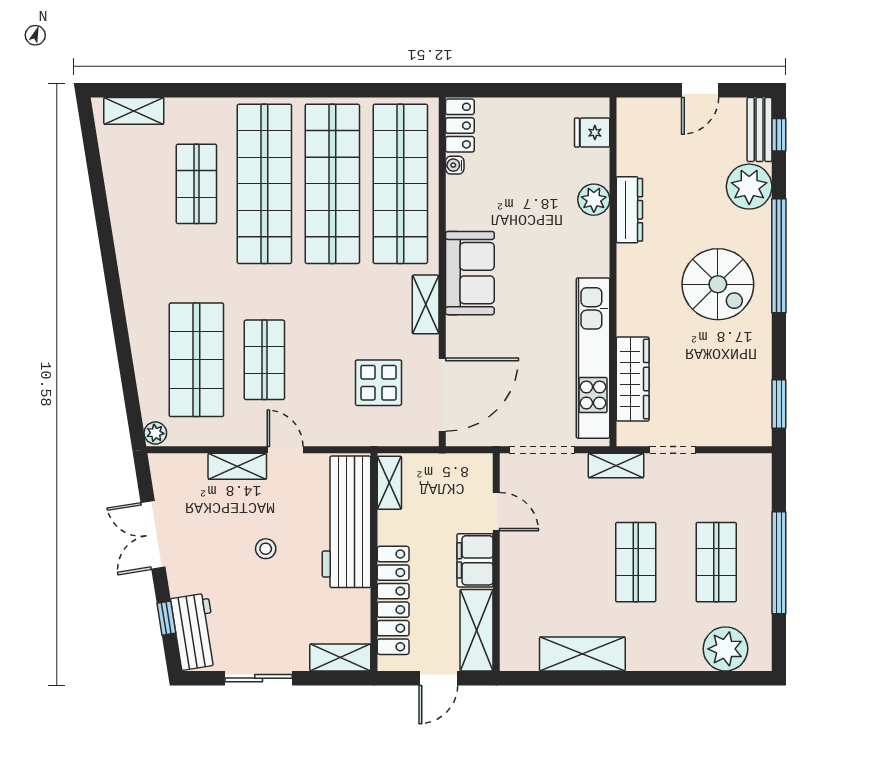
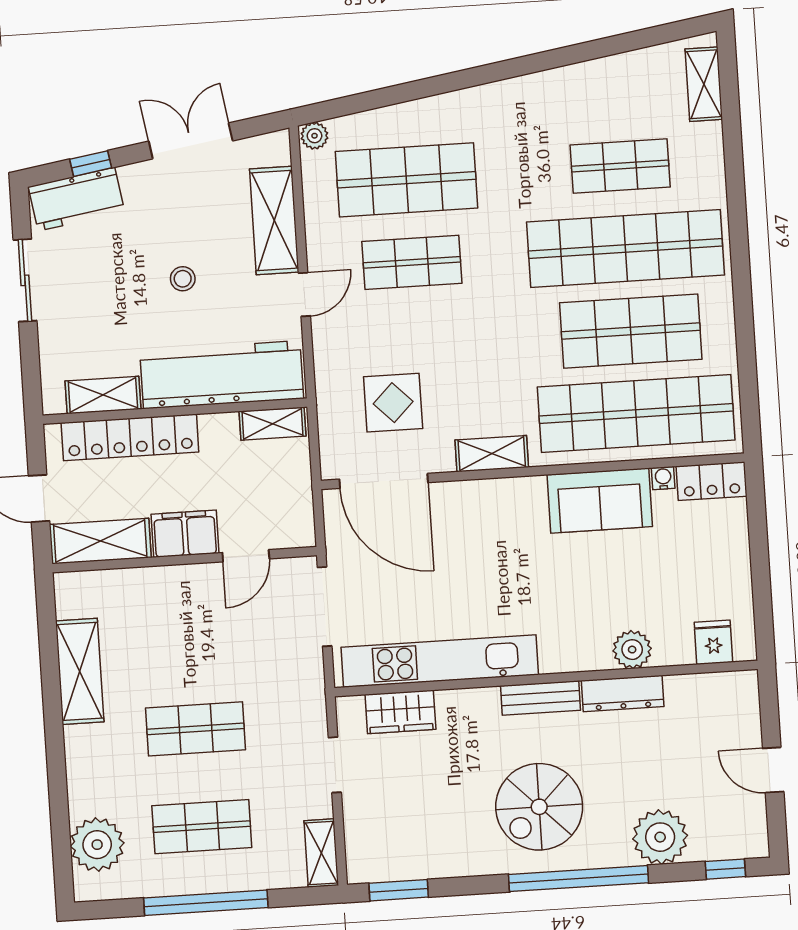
bench: (759, 130) -> (540, 698), moved
shop shelf: (332, 184) -> (631, 331), width x0.71
sofa: (470, 273) -> (600, 501), moved
wardrobe: (633, 379) -> (400, 712), width x0.67
shelving: (616, 465) -> (321, 853), moved
shelving: (237, 466) -> (274, 221), width x1.50, depth x1.33
shelving: (340, 657) -> (103, 395), moved, turned 90

